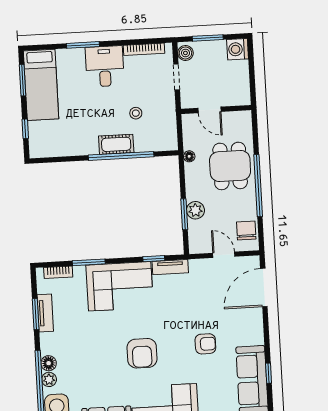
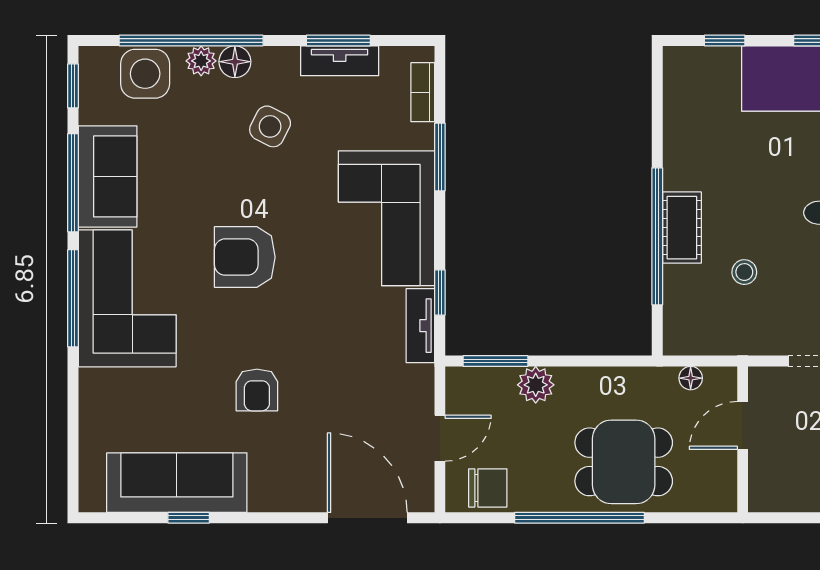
floor lamp: (189, 156) -> (691, 378), moved
window: (184, 214) -> (495, 361), moved
side table: (79, 345) -> (270, 126), added

